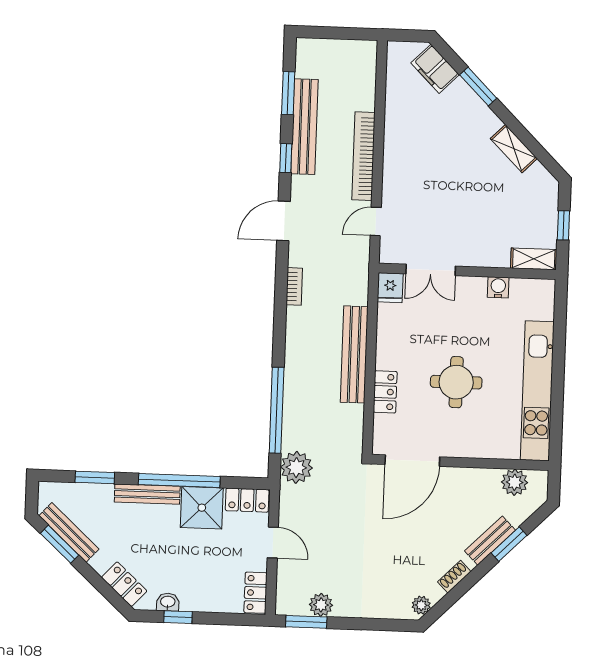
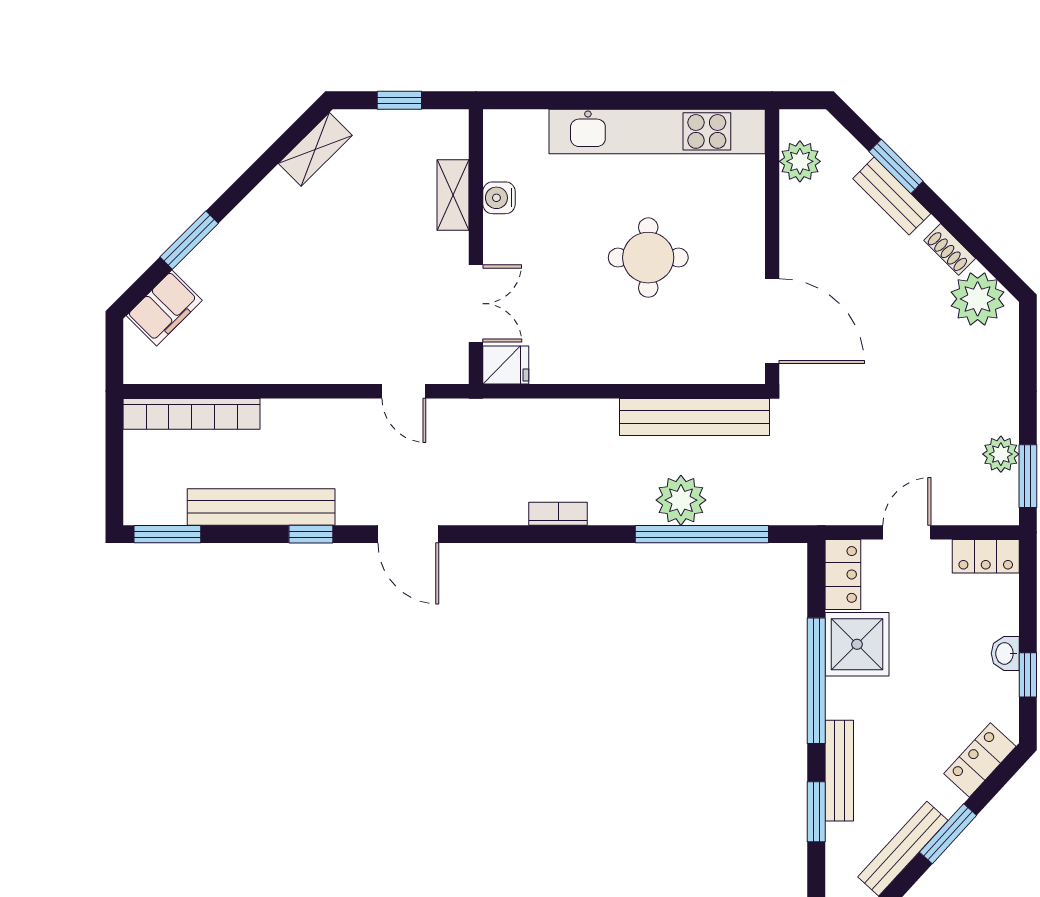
window: (288, 93) -> (167, 534), moved
shelving: (514, 149) -> (315, 149), moved
bookcase: (364, 156) -> (192, 414), moved
shelving: (534, 259) -> (453, 195), moved
bookcase: (294, 286) -> (558, 514), moved
bench: (354, 354) -> (695, 417), moved
locker: (385, 392) -> (667, 367), removed
plant: (296, 467) -> (681, 500), moved
bench: (147, 494) -> (839, 771), moved
window: (60, 544) -> (948, 834), moved
washbasin: (168, 602) -> (1005, 653), moved
plant: (421, 605) -> (978, 299), width x1.87, depth x1.87

